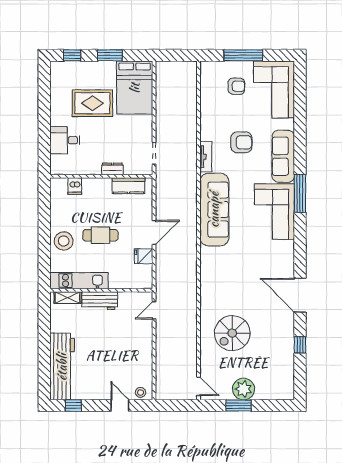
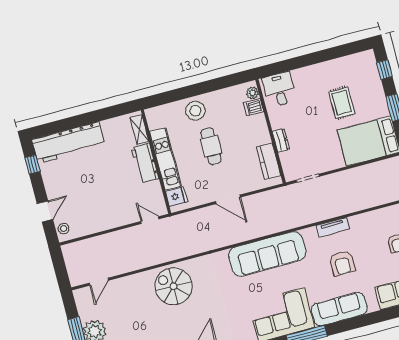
rug: (92, 103) -> (342, 103), width x0.73, depth x0.70
desk: (65, 140) -> (279, 90), moved
tv unit: (206, 157) -> (333, 227), moved
plant: (61, 184) -> (253, 93), added
fridge: (144, 256) -> (177, 197), moved, turned 90
kitchen unit: (79, 281) -> (166, 159), moved
spiral stairs: (232, 333) -> (173, 286), moved
door: (199, 386) -> (99, 282), moved

